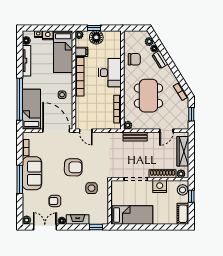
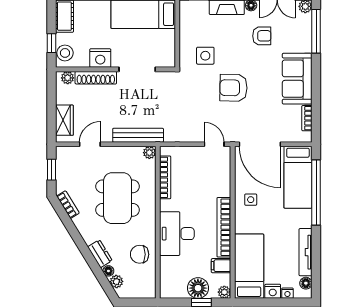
bench: (135, 137) -> (138, 135), width x1.36
wardrobe: (183, 151) -> (64, 120), width x0.67
window: (20, 179) -> (316, 31), moved

